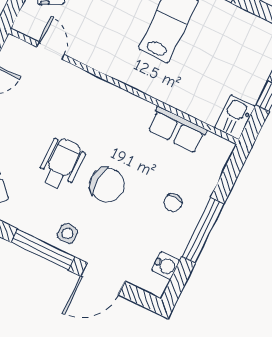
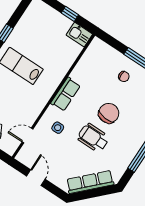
row of seats: (177, 130) -> (66, 94), moved
side table: (67, 233) -> (58, 128), moved

